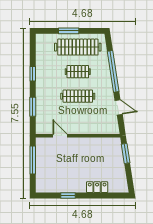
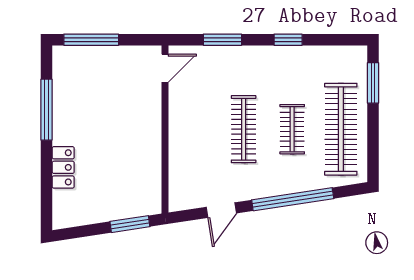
window: (69, 31) -> (373, 83), moved
door: (60, 136) -> (165, 68), moved
window: (33, 160) -> (91, 40), moved
window: (68, 196) -> (46, 110), width x2.17

